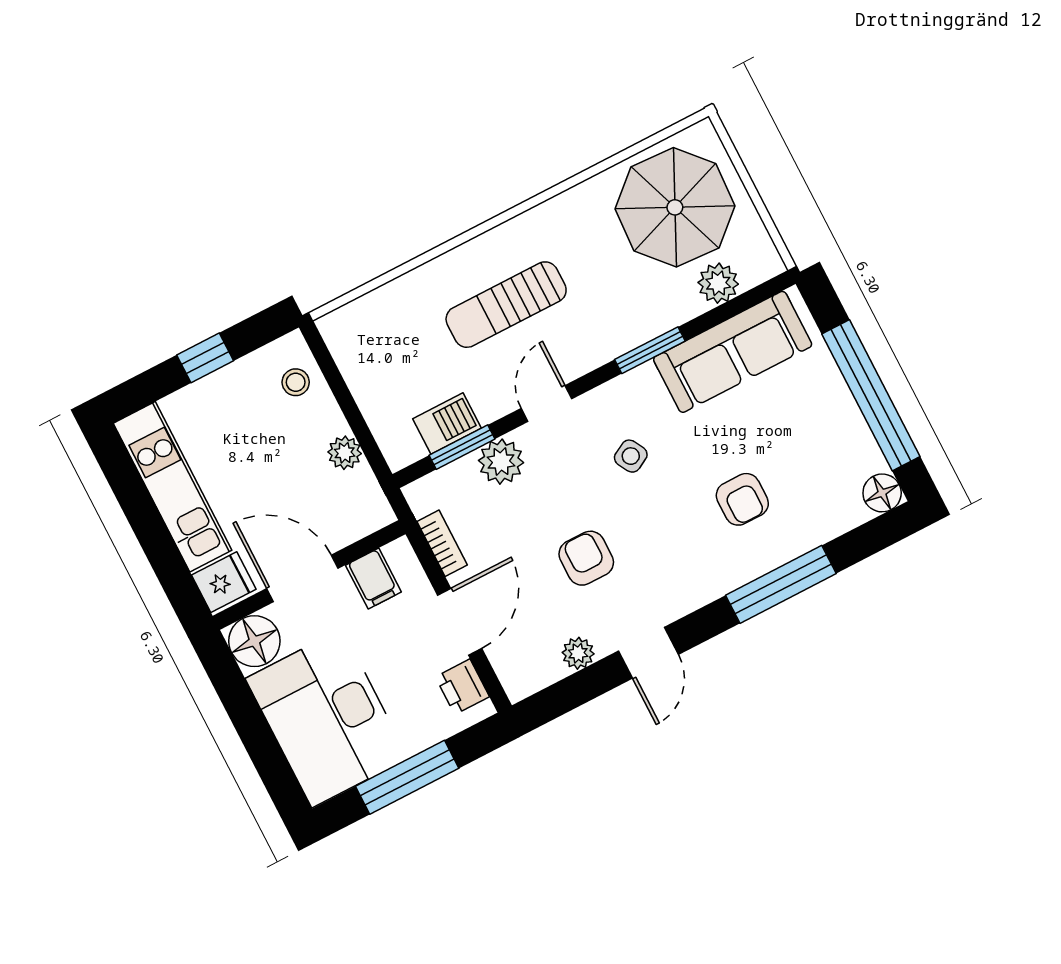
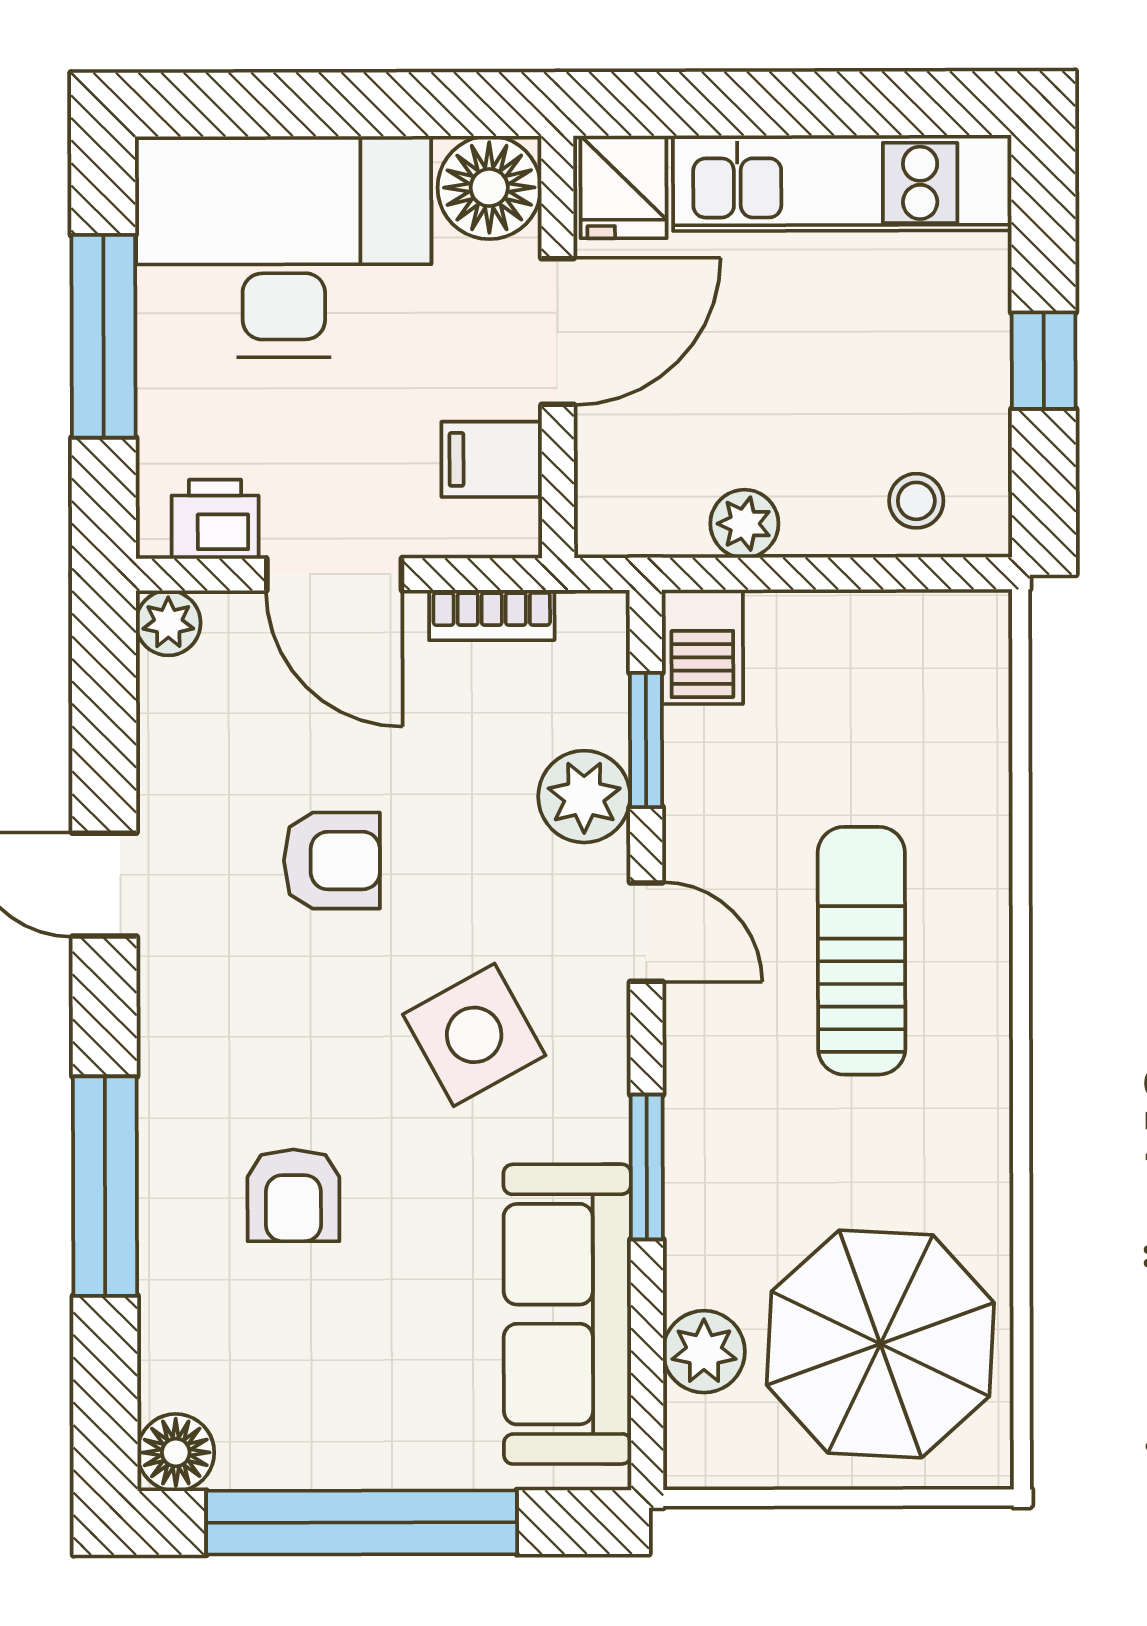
barbecue: (447, 423) -> (702, 647), moved
side table: (631, 456) -> (474, 1035), width x1.87, depth x1.87
armchair: (742, 499) -> (293, 1195), turned -90
plant: (578, 653) -> (168, 623), moved

